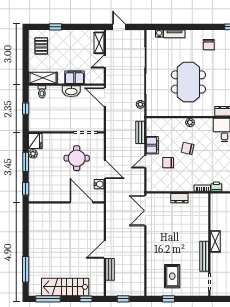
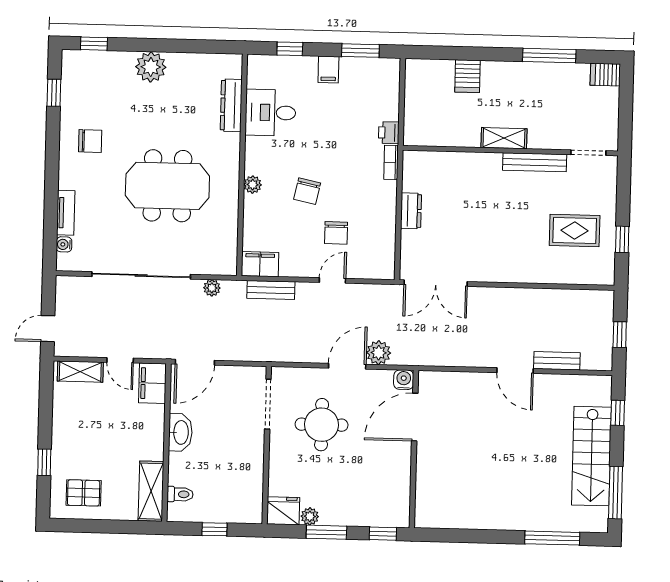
filing cabinet: (75, 77) -> (152, 383), moved
filing cabinet: (152, 145) -> (260, 264), moved
door: (145, 162) -> (332, 280), swing flipped
water cooler: (99, 184) -> (404, 380), moved
plant: (112, 184) -> (379, 353), added

